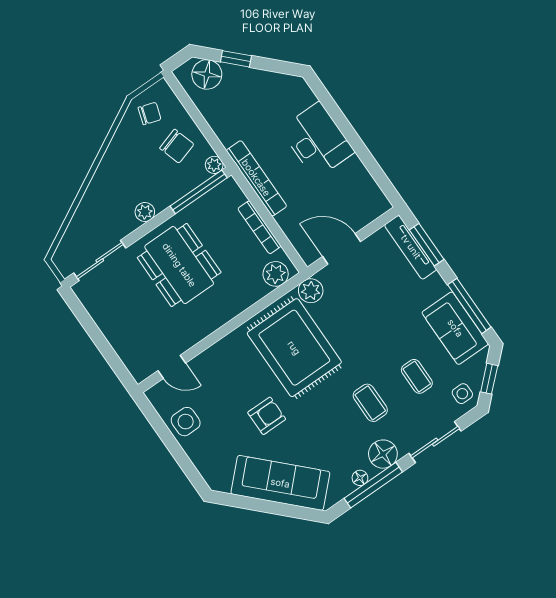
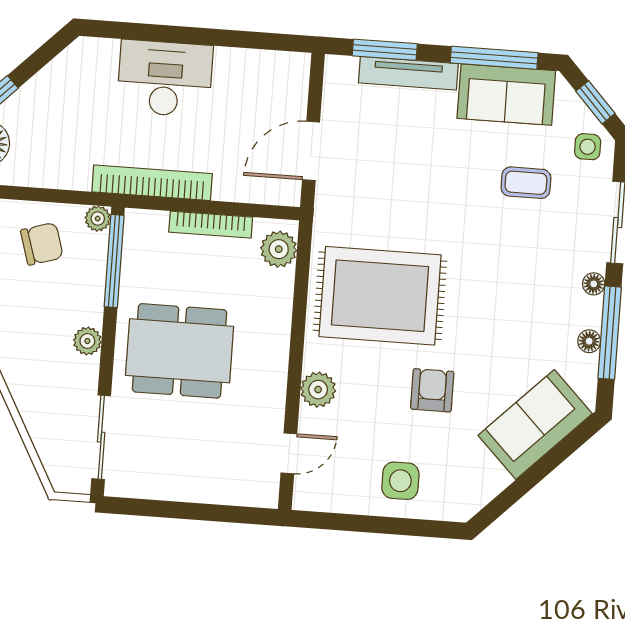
tv unit: (411, 247) -> (408, 73), moved
plant: (311, 291) -> (318, 390), moved
coffee table: (370, 403) -> (513, 260), removed
side table: (186, 422) -> (400, 481), moved
floor lamp: (383, 454) -> (594, 284), width x0.53, depth x0.53
sofa: (280, 483) -> (535, 425), width x0.73

